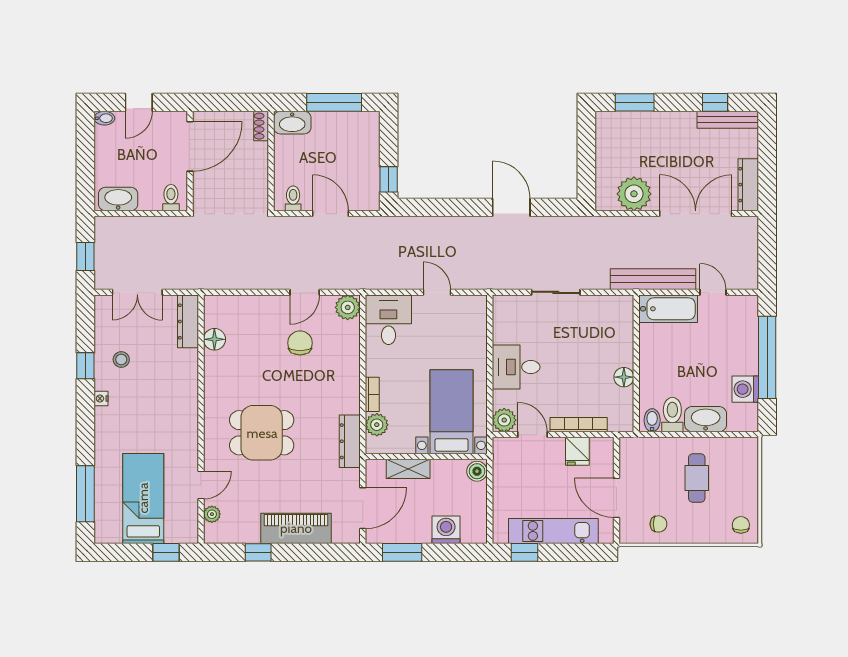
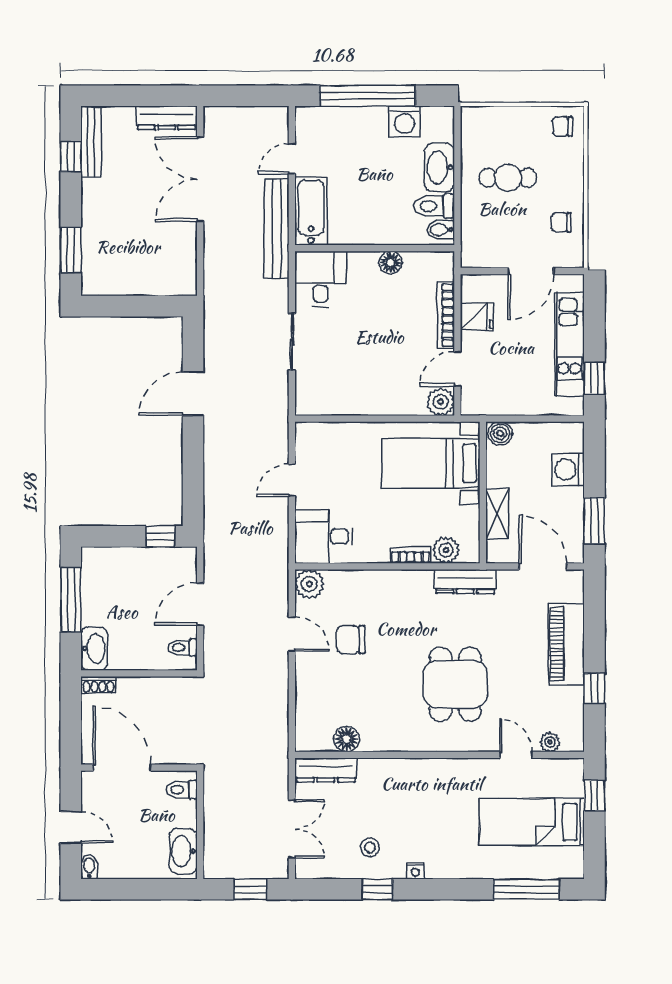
plant: (634, 194) -> (177, 251), removed
desk: (516, 367) -> (321, 279), moved, turned 180
chair: (658, 524) -> (561, 222), turned -90

